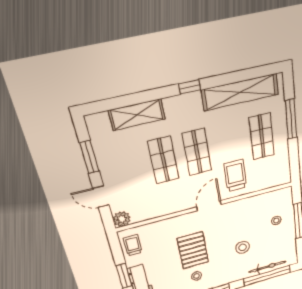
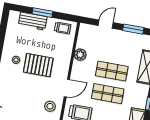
door: (209, 206) -> (67, 88), hinge flipped
plant: (122, 219) -> (80, 55), moved
stool: (243, 247) -> (50, 106), moved

